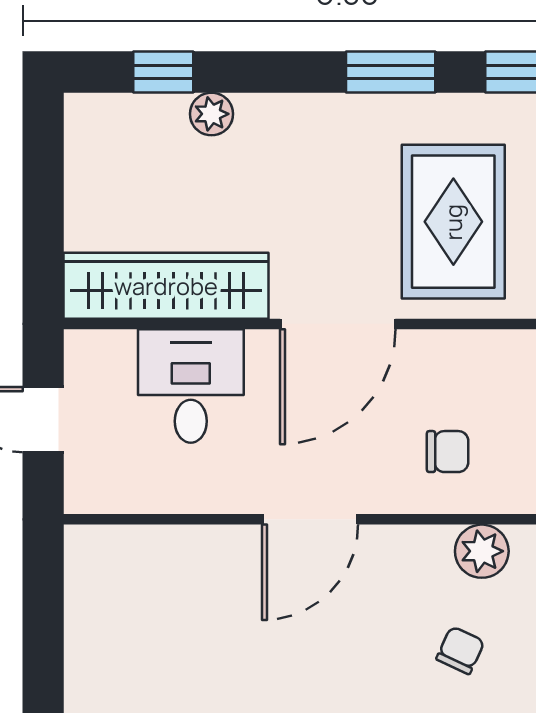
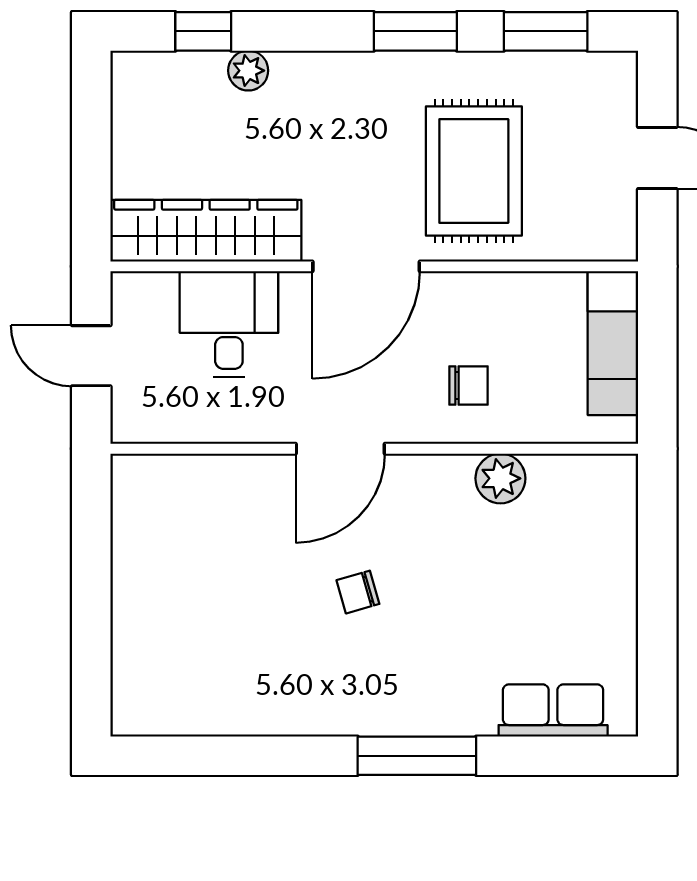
chair: (460, 650) -> (358, 592), moved, turned -131

